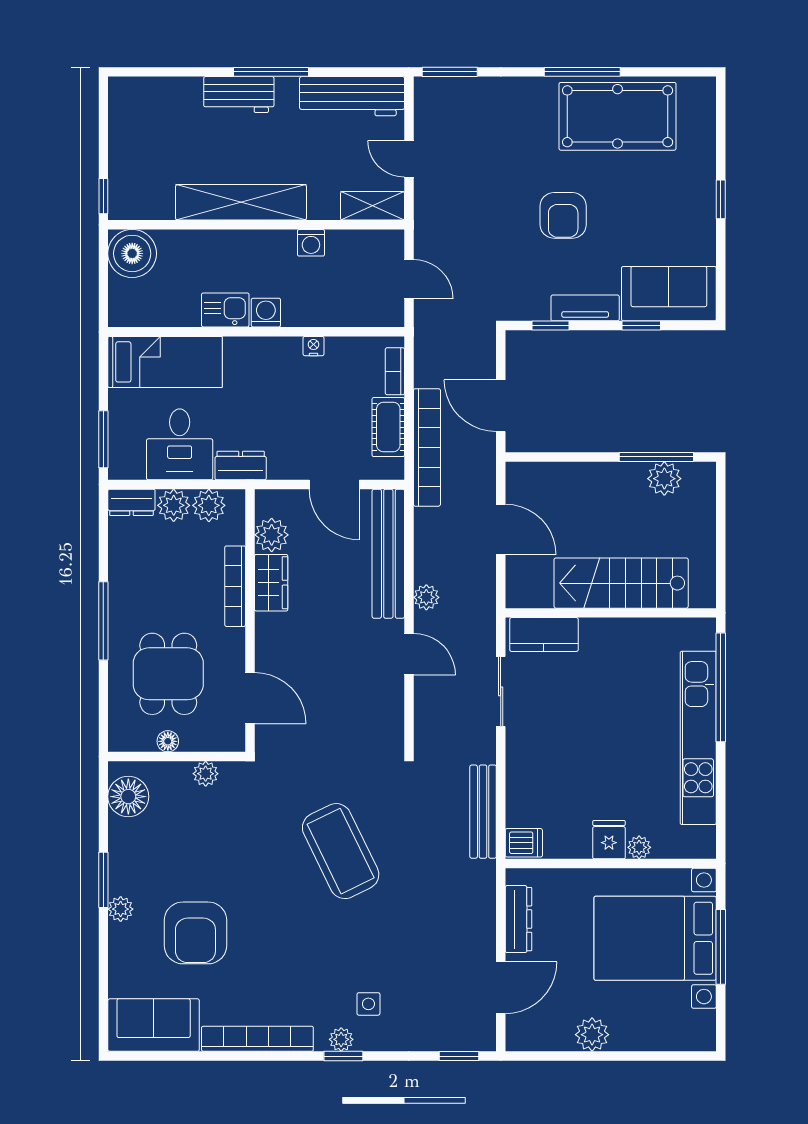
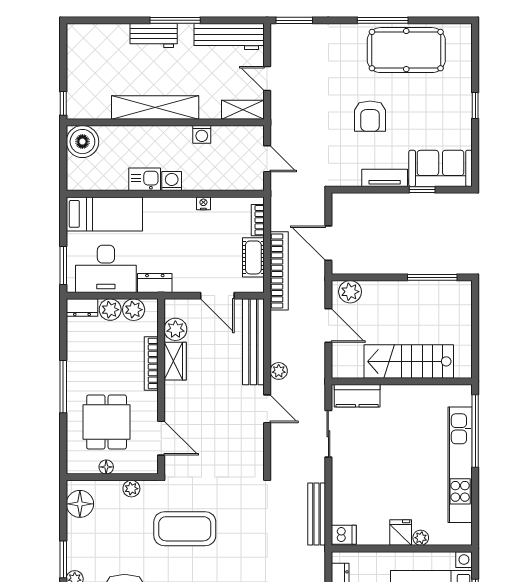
window: (551, 326) -> (362, 190), removed
desk: (180, 444) -> (106, 269), width x1.37
plant: (664, 479) -> (350, 292), moved
coffee table: (341, 851) -> (185, 529), moved, turned -64

